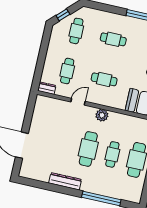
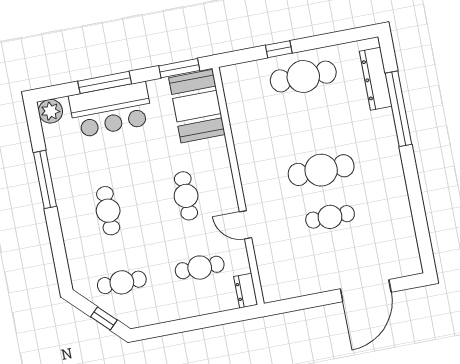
plant: (102, 115) -> (251, 172), removed
cafe table: (112, 154) -> (330, 217), moved
dresser: (65, 181) -> (376, 79), moved

